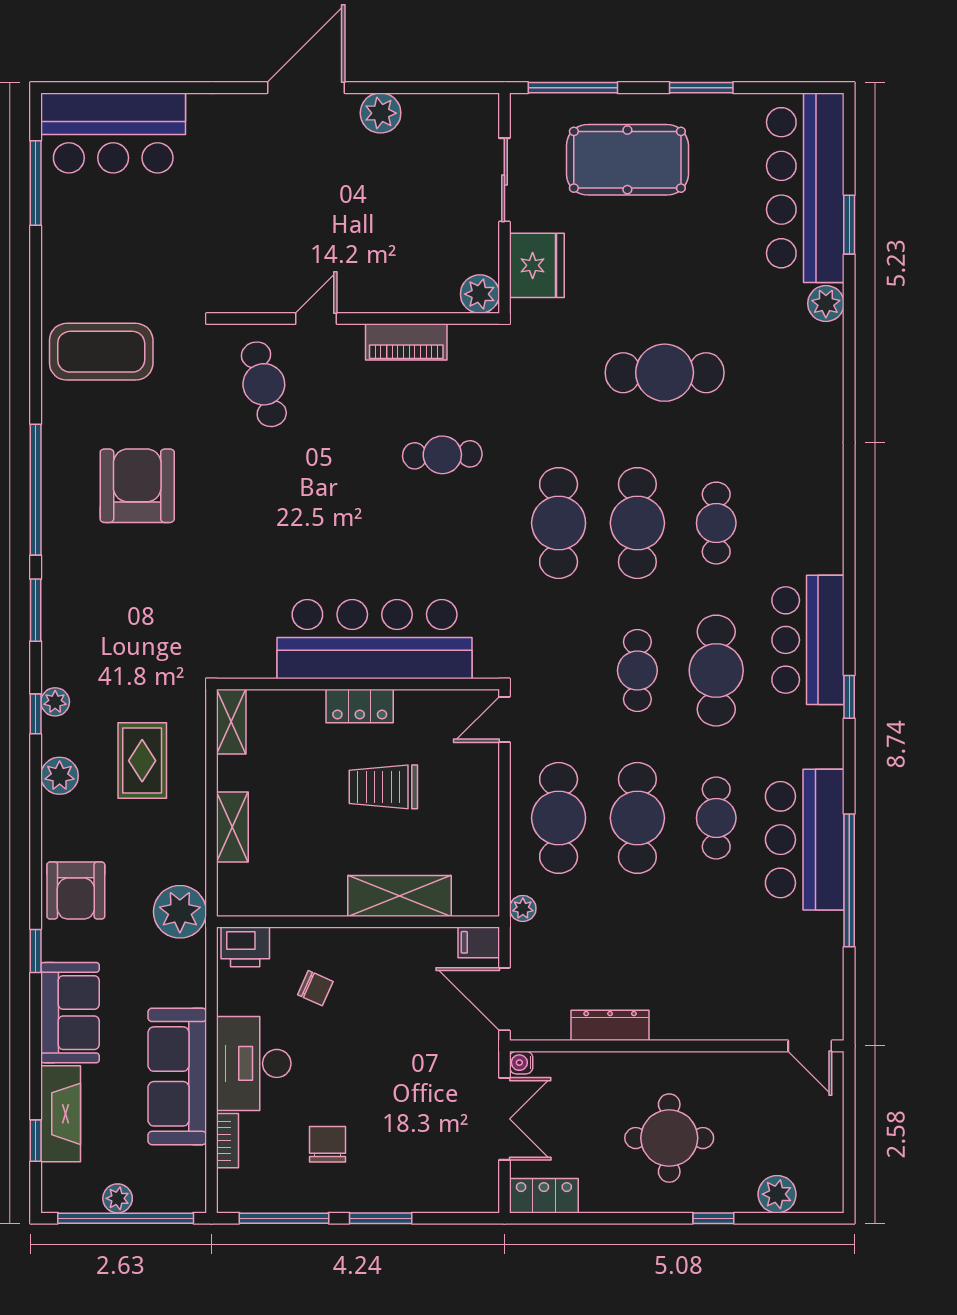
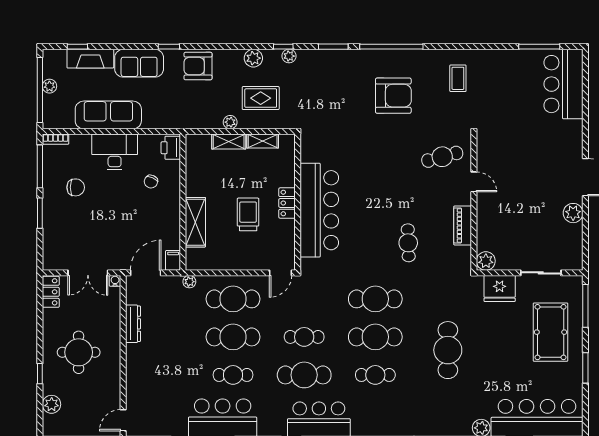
coffee table: (101, 352) -> (458, 78), width x0.54, depth x0.58
door: (504, 719) -> (281, 273), swing flipped
shelving: (231, 722) -> (263, 141), moved
plant: (180, 912) -> (230, 122), moved, width x0.53, depth x0.53
bookcase: (227, 1141) -> (56, 139), moved

